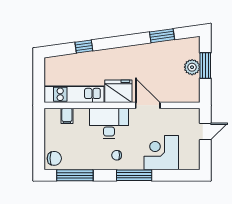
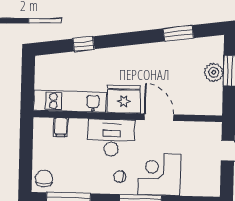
corner desk: (161, 153) -> (159, 174), moved
chair: (54, 158) -> (44, 178), turned -90

